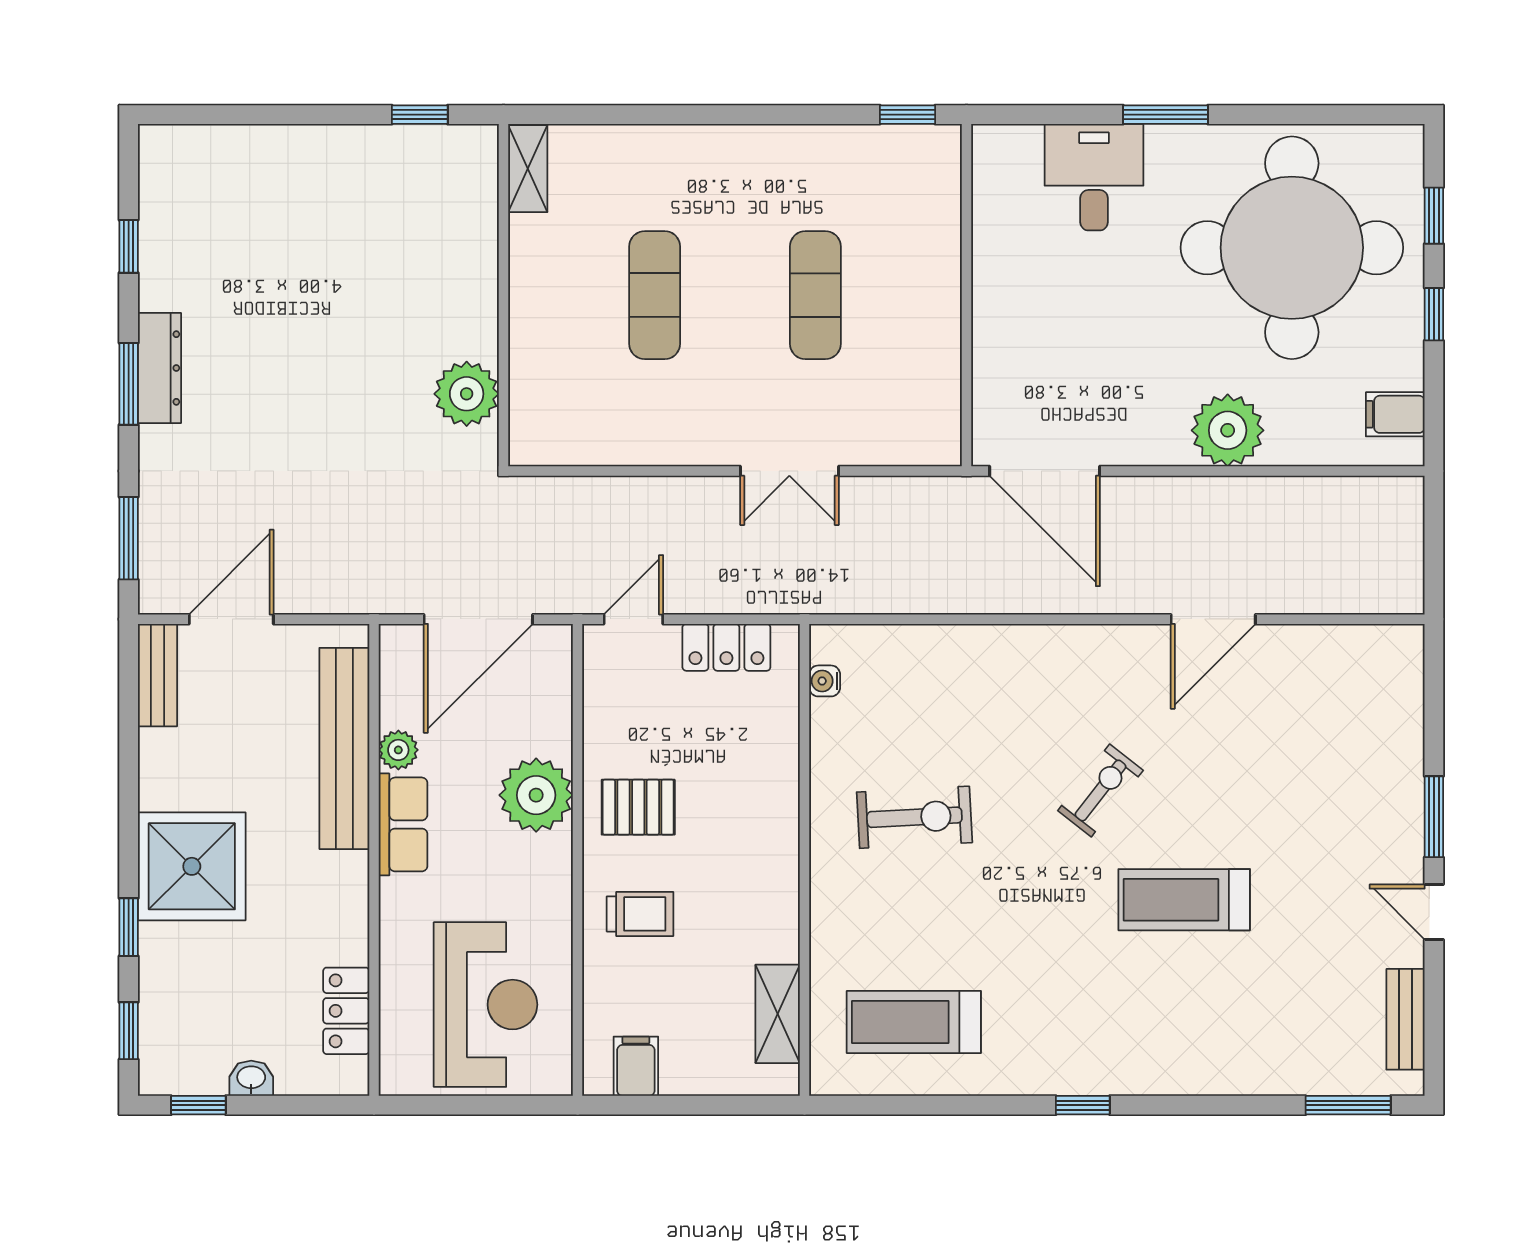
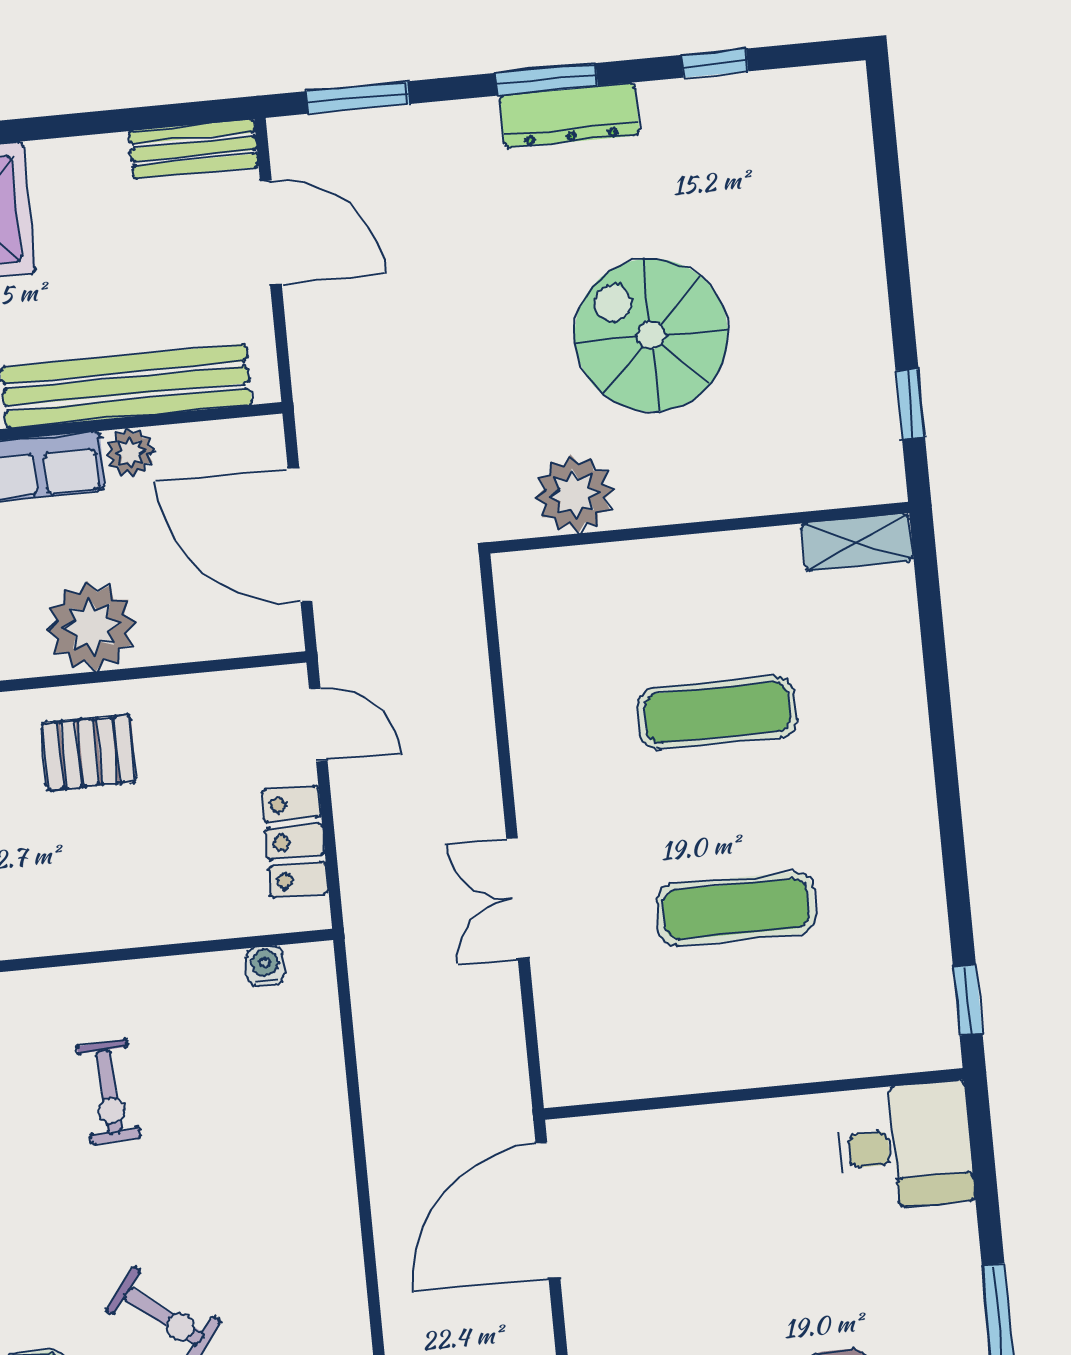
desk: (1094, 177) -> (905, 1146), moved
spiral stairs: (344, 319) -> (651, 335), added
pallet: (638, 807) -> (89, 753), turned 90
exercise bike: (914, 817) -> (109, 1092), width x0.73, depth x0.72

